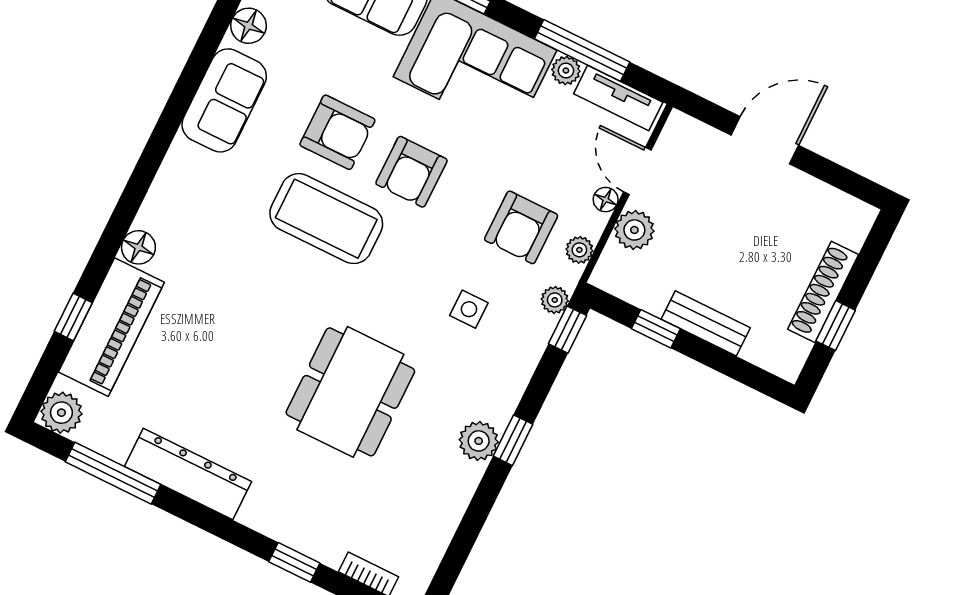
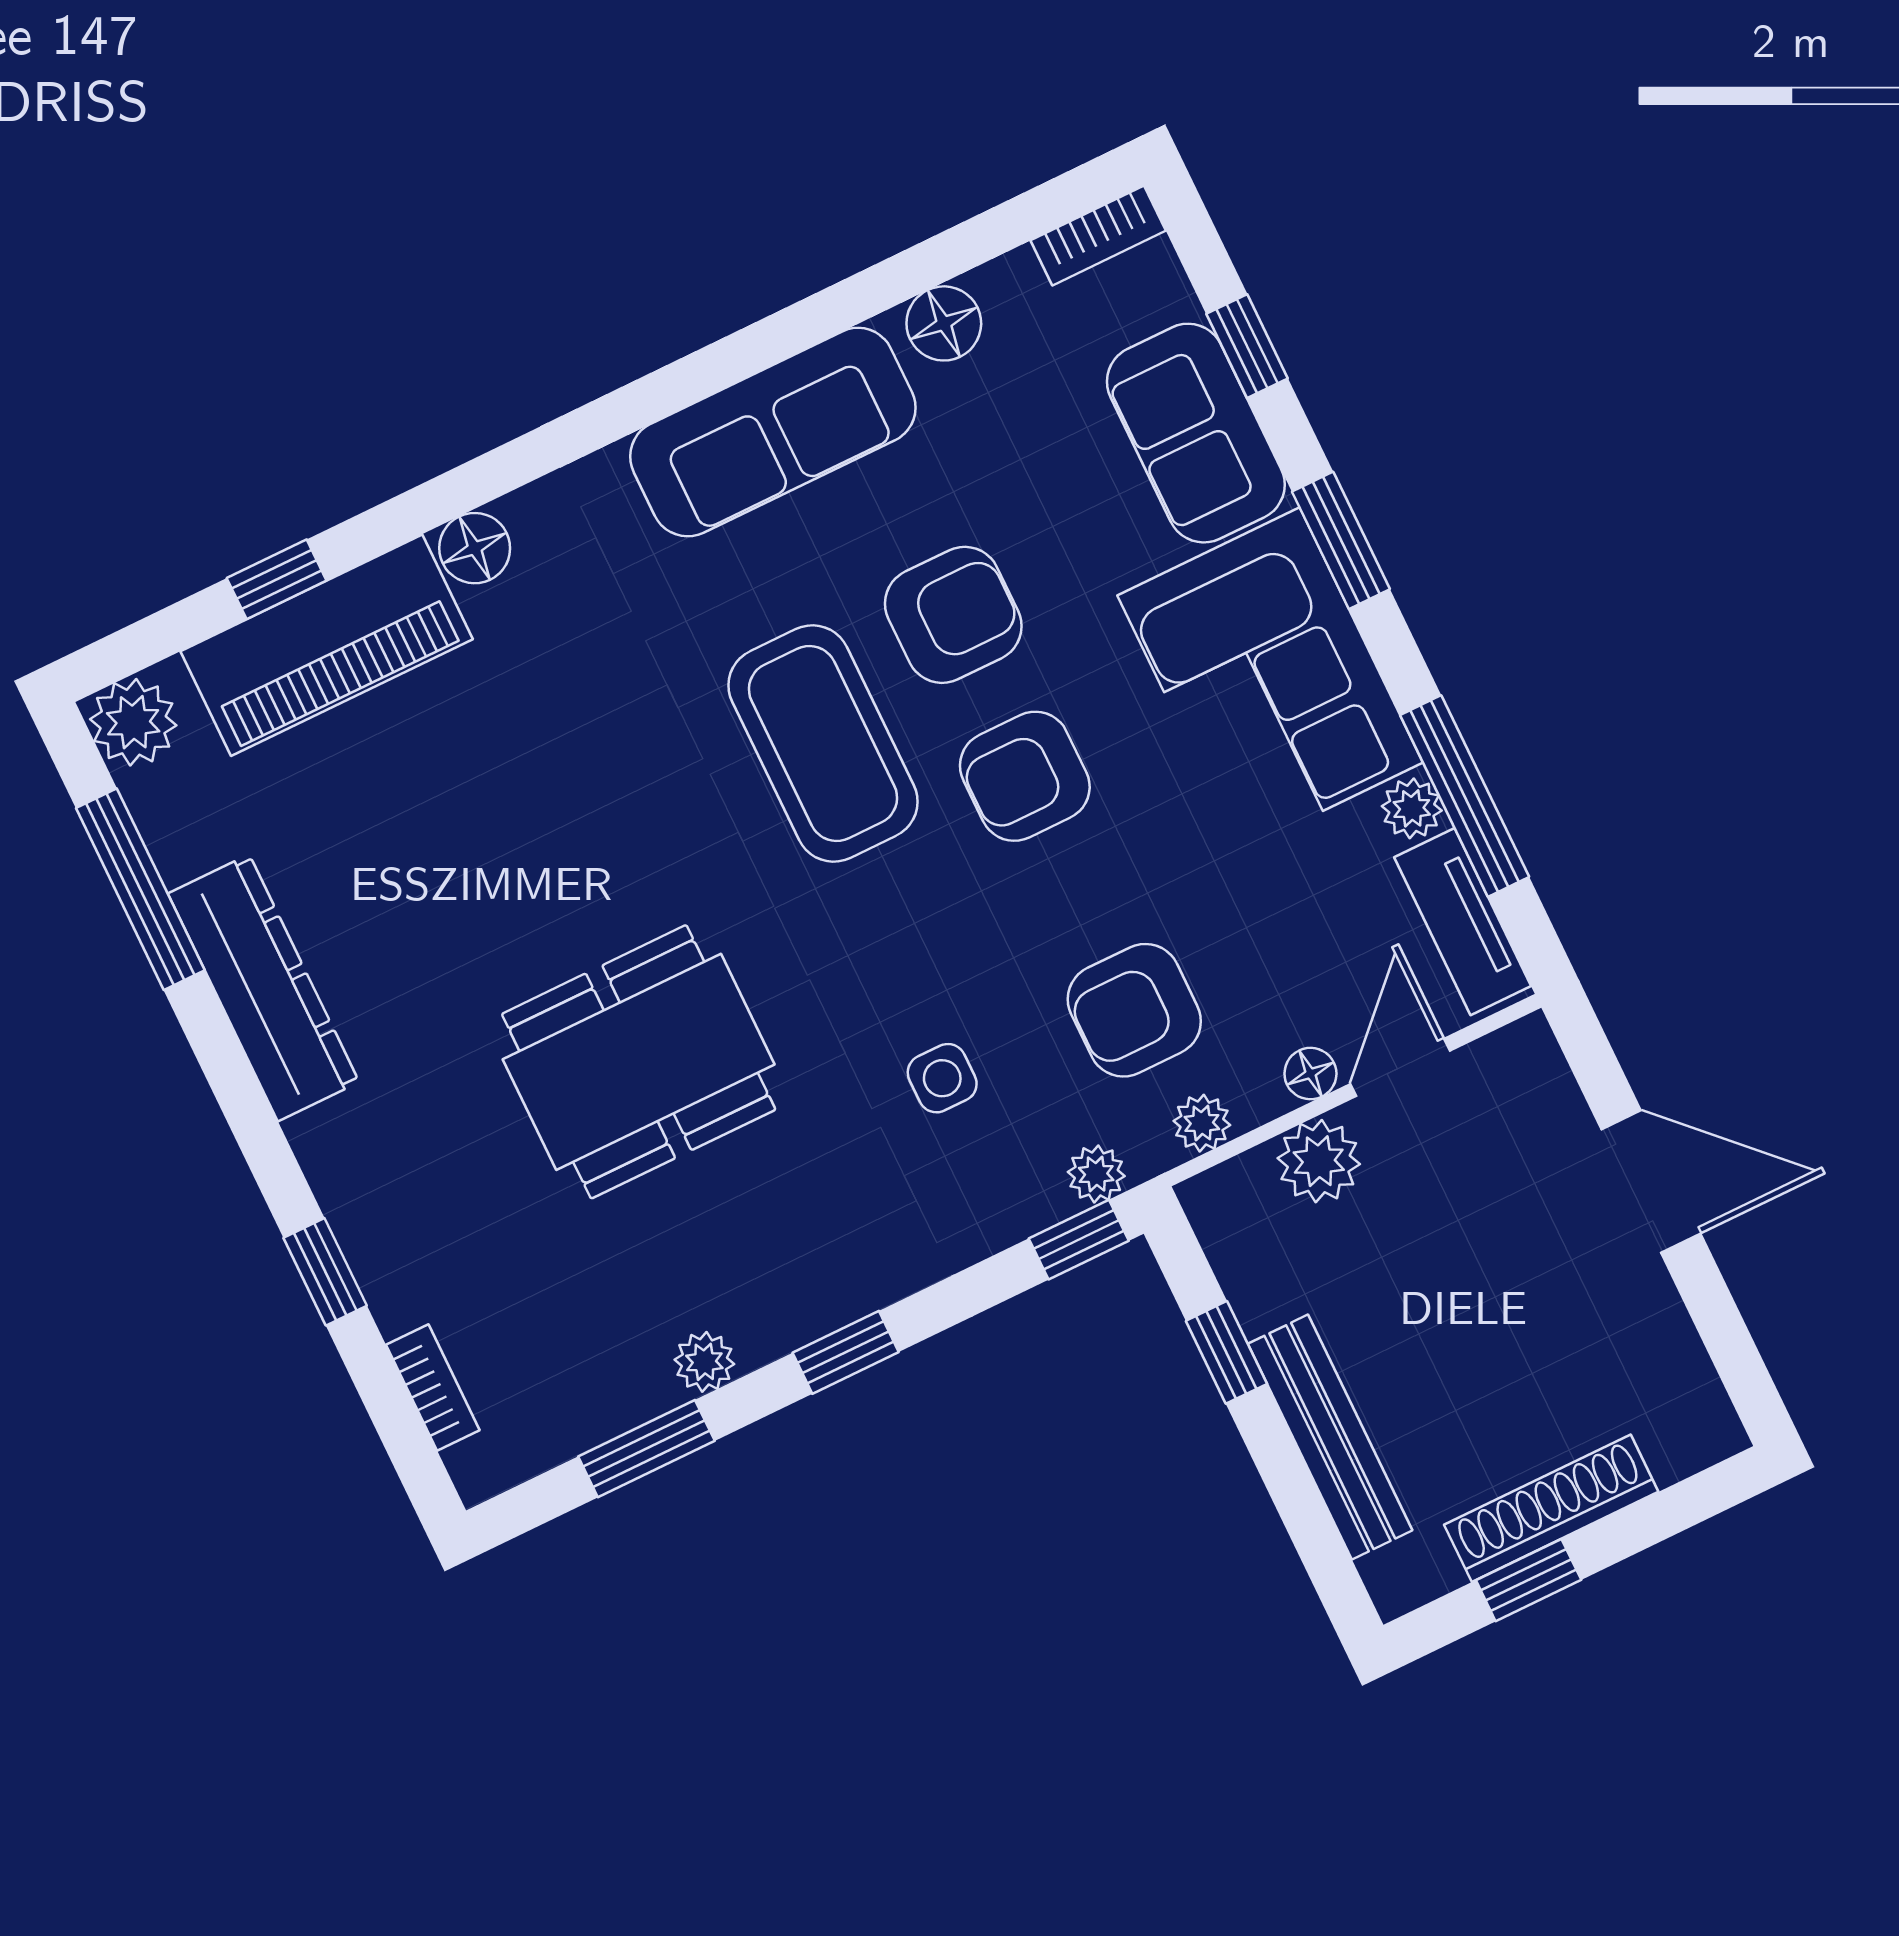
sofa: (224, 100) -> (773, 432), width x1.36
armchair: (337, 132) -> (953, 615), turned -90
bench: (706, 323) -> (1330, 1437), width x1.36
plant: (479, 441) -> (704, 1362), moved, width x0.73, depth x0.73
window: (467, 535) -> (646, 1449), added

